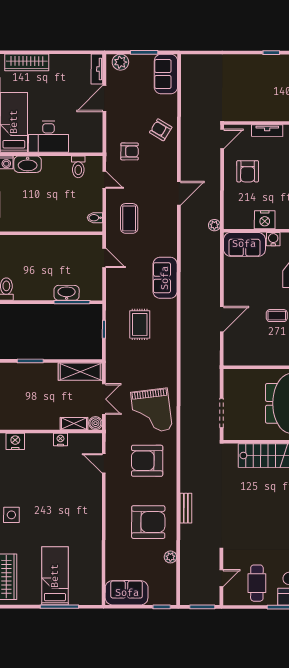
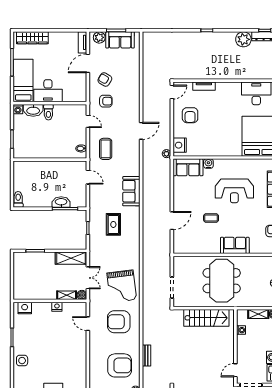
sofa: (166, 74) -> (120, 40), moved, turned -90
armchair: (161, 130) -> (105, 80), moved
toilet: (78, 167) -> (48, 112), moved
nightstand: (265, 220) -> (180, 145), moved, turned 90

